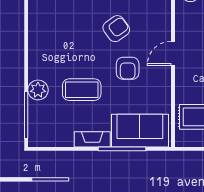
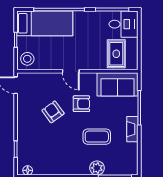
coffee table: (82, 90) -> (97, 137), turned 90
sofa: (140, 131) -> (118, 84), moved, turned -90

